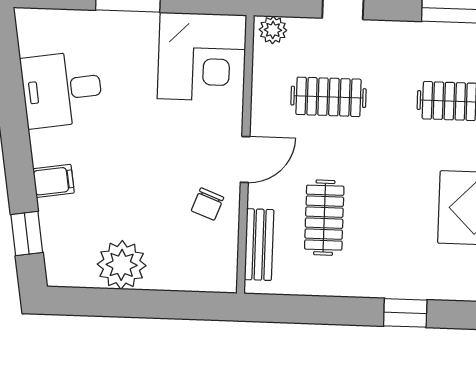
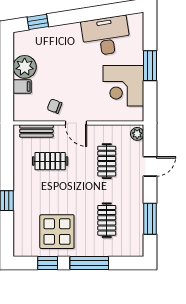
corner desk: (202, 57) -> (123, 86), moved
desk: (62, 89) -> (106, 36), width x1.37
filing cabinet: (54, 181) -> (22, 86), moved, turned -81

